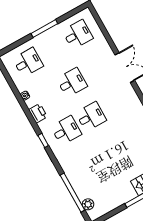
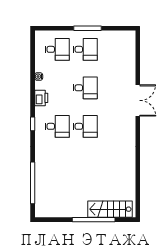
desk: (78, 34) -> (85, 49), moved
plant: (88, 204) -> (40, 200), removed

